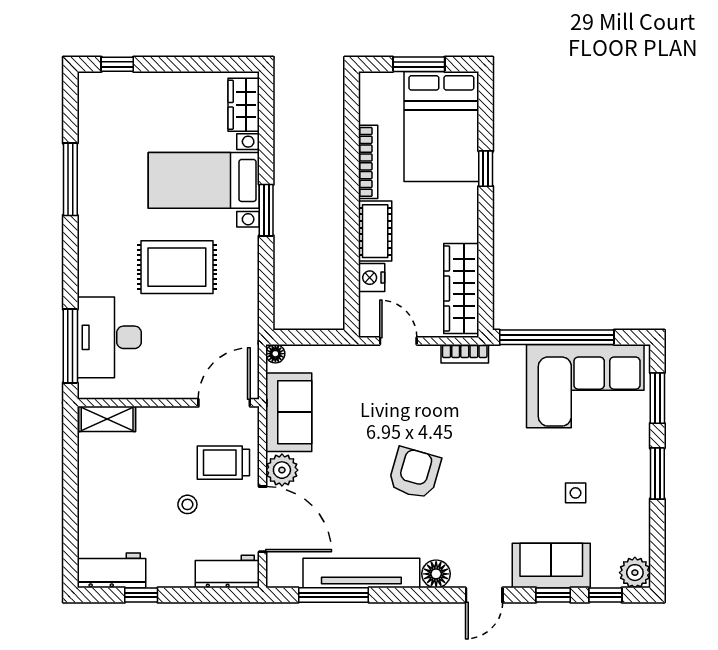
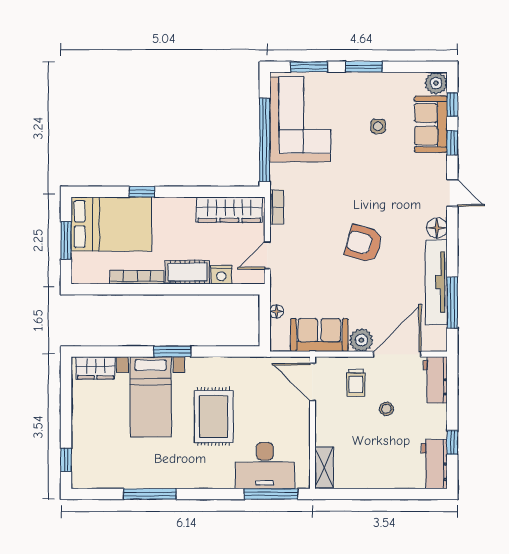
floor lamp: (275, 354) -> (277, 311), moved
trolley: (223, 463) -> (356, 383), width x0.73, depth x0.72
sofa: (551, 566) -> (431, 124), moved

